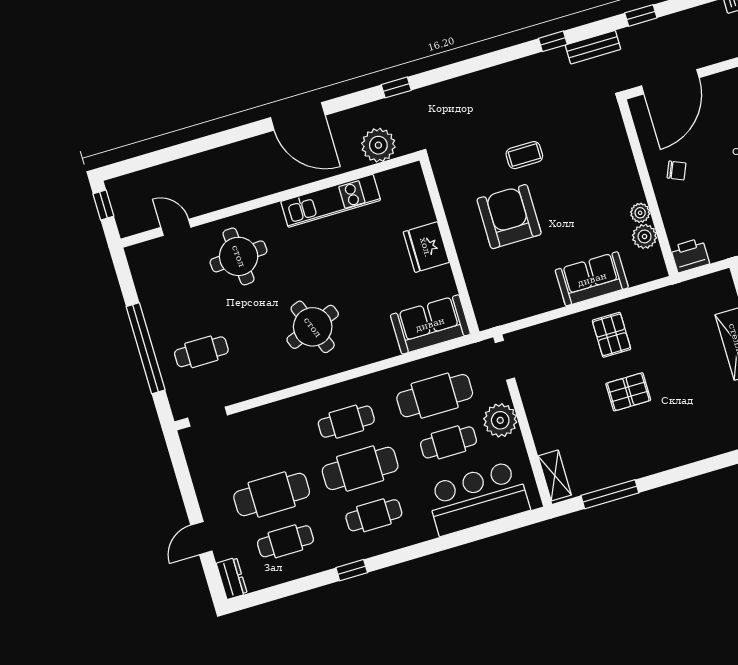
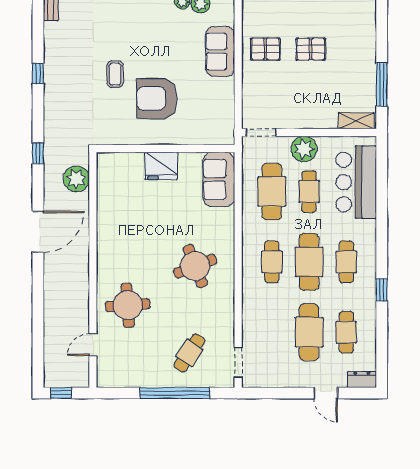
window: (553, 41) -> (38, 74), moved
kitchen unit: (331, 201) -> (107, 226), removed
cafe table: (201, 352) -> (189, 353), turned 33
pallet: (628, 392) -> (311, 49), turned 90

